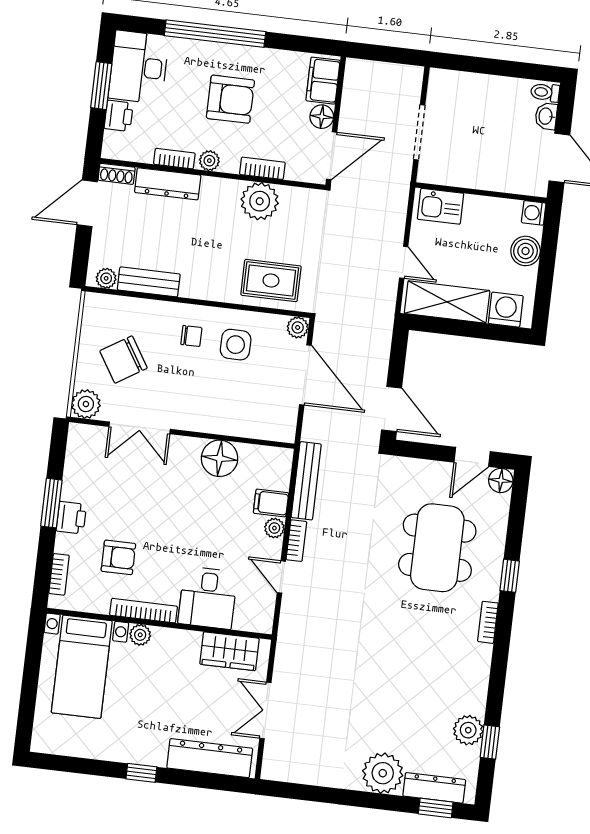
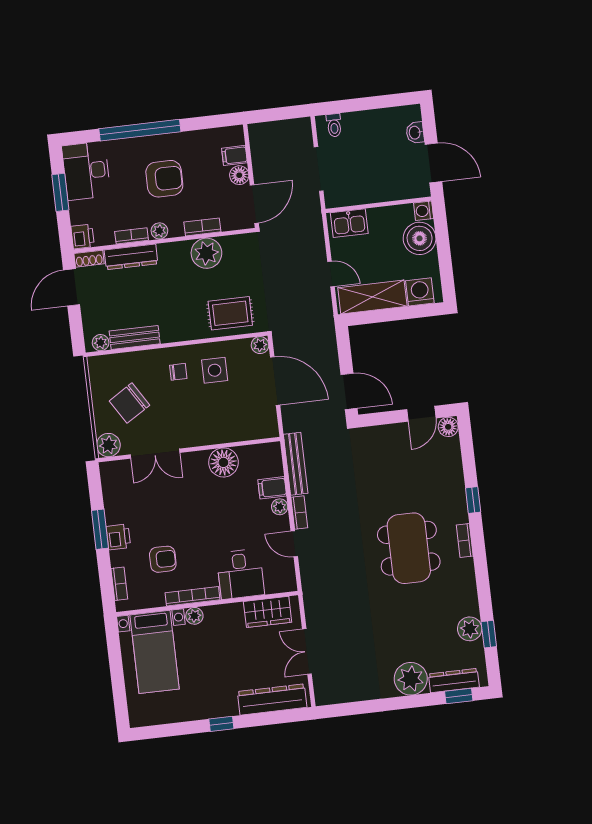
filing cabinet: (323, 81) -> (235, 155), width x0.50
toilet: (545, 92) -> (334, 125), moved, turned -90
printer: (119, 116) -> (83, 236), moved
boiler: (526, 251) -> (420, 238), width x1.37, depth x1.37
dining table: (437, 548) -> (409, 548), moved

